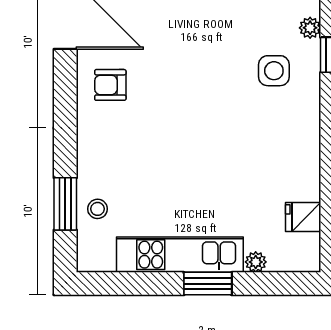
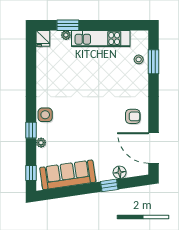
side table: (274, 71) -> (45, 115), moved
fridge: (303, 217) -> (43, 38), moved, turned 90
window: (208, 284) -> (68, 25), moved

